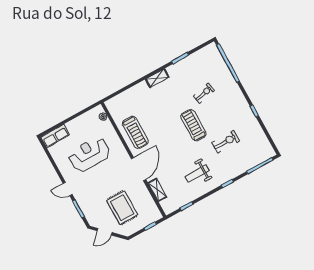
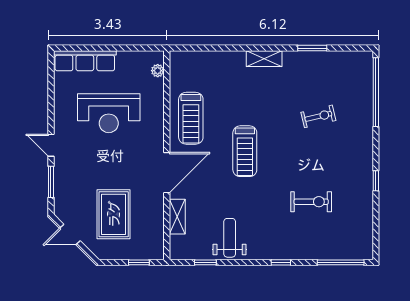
treadmill: (193, 125) -> (245, 151), moved, turned 180
row of seats: (55, 136) -> (85, 61), width x1.48
reception desk: (89, 154) -> (109, 113), turned 180
weight bench: (197, 174) -> (230, 238), moved, turned 90

